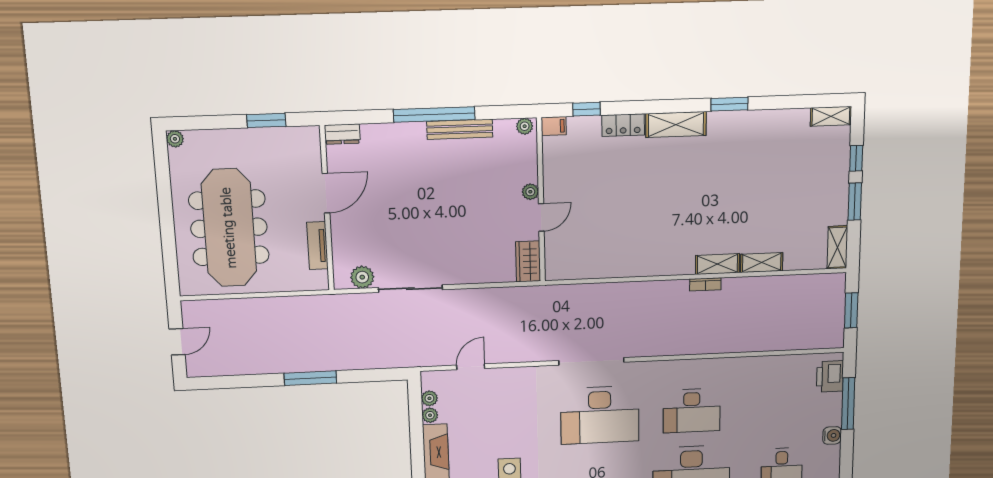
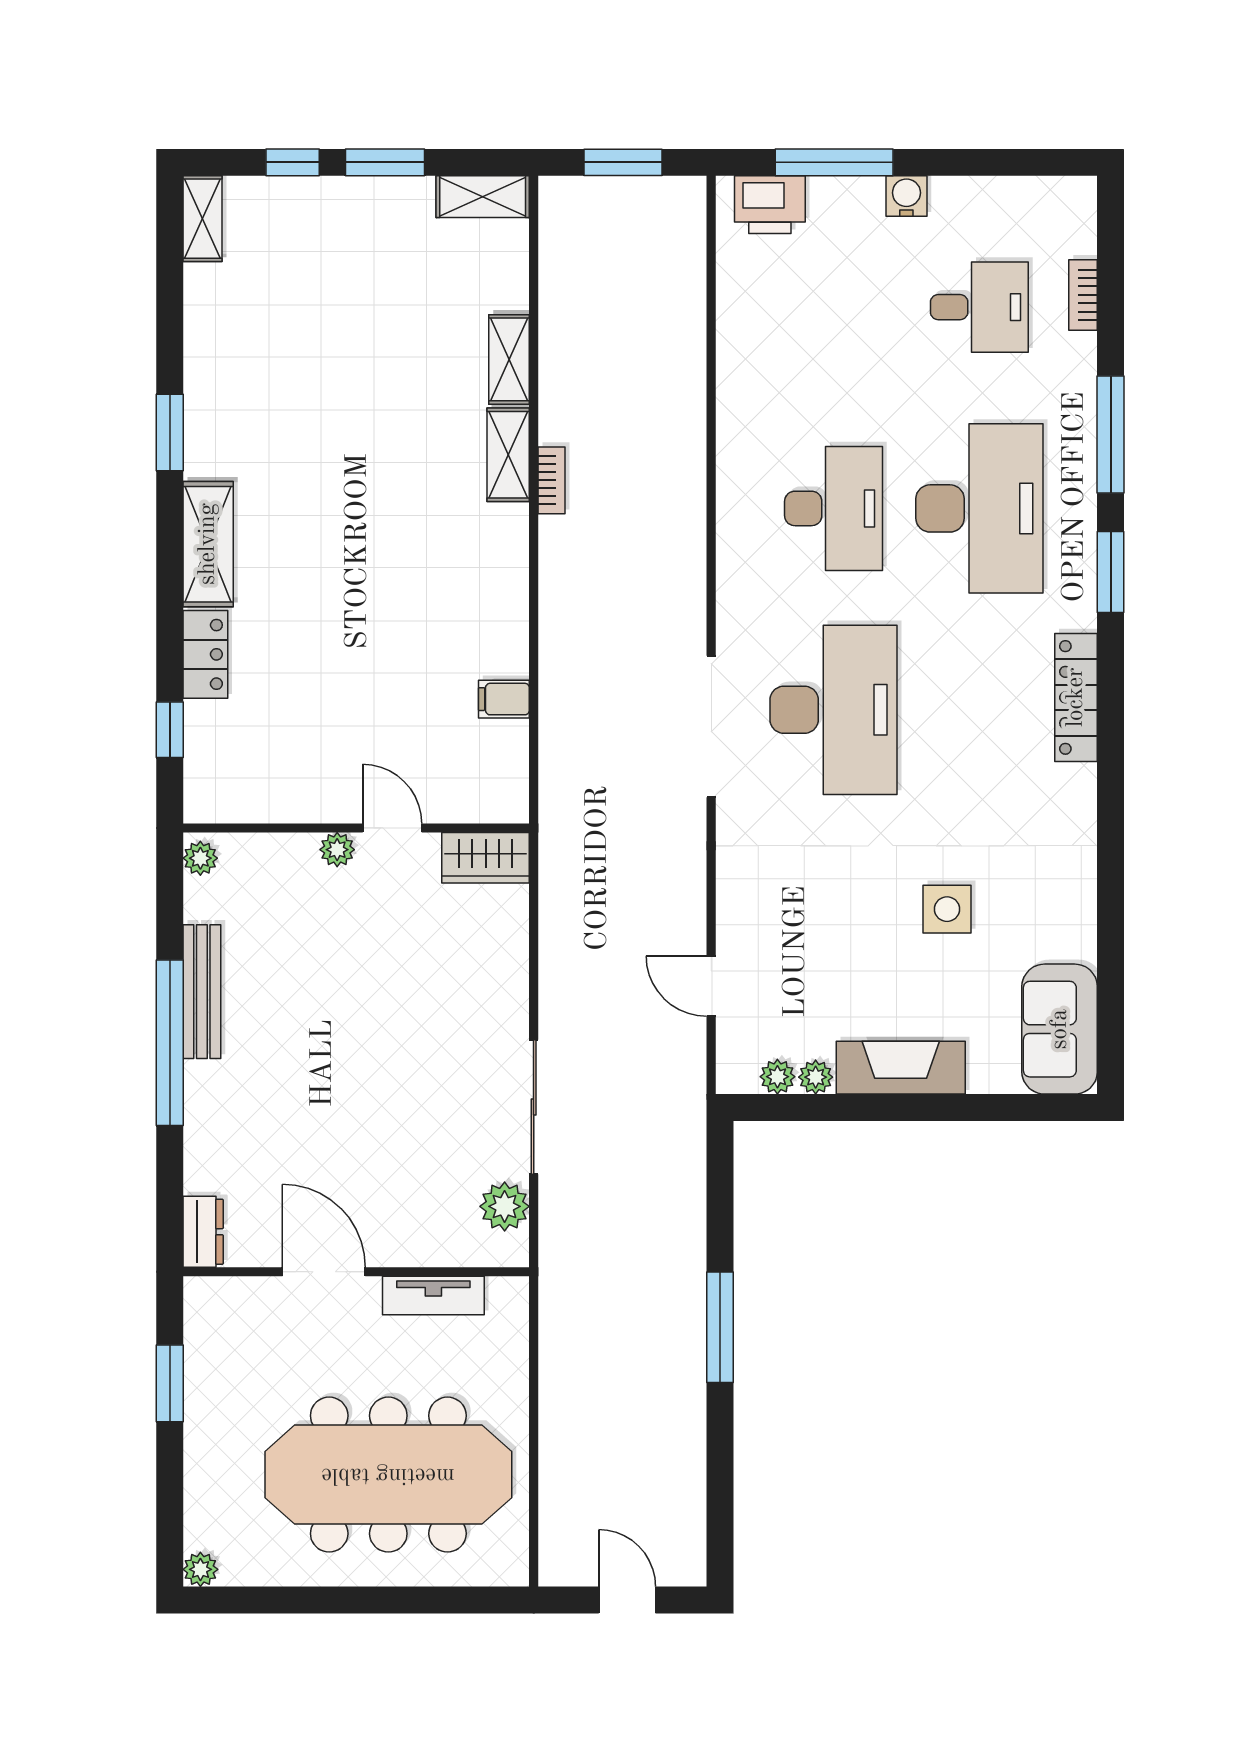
filing cabinet: (554, 126) -> (504, 699), moved, turned -90

